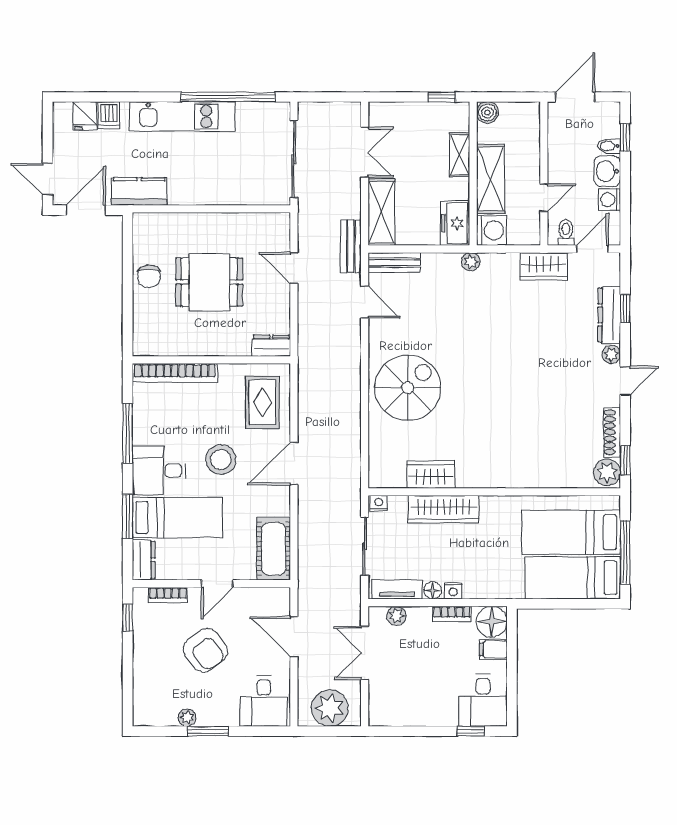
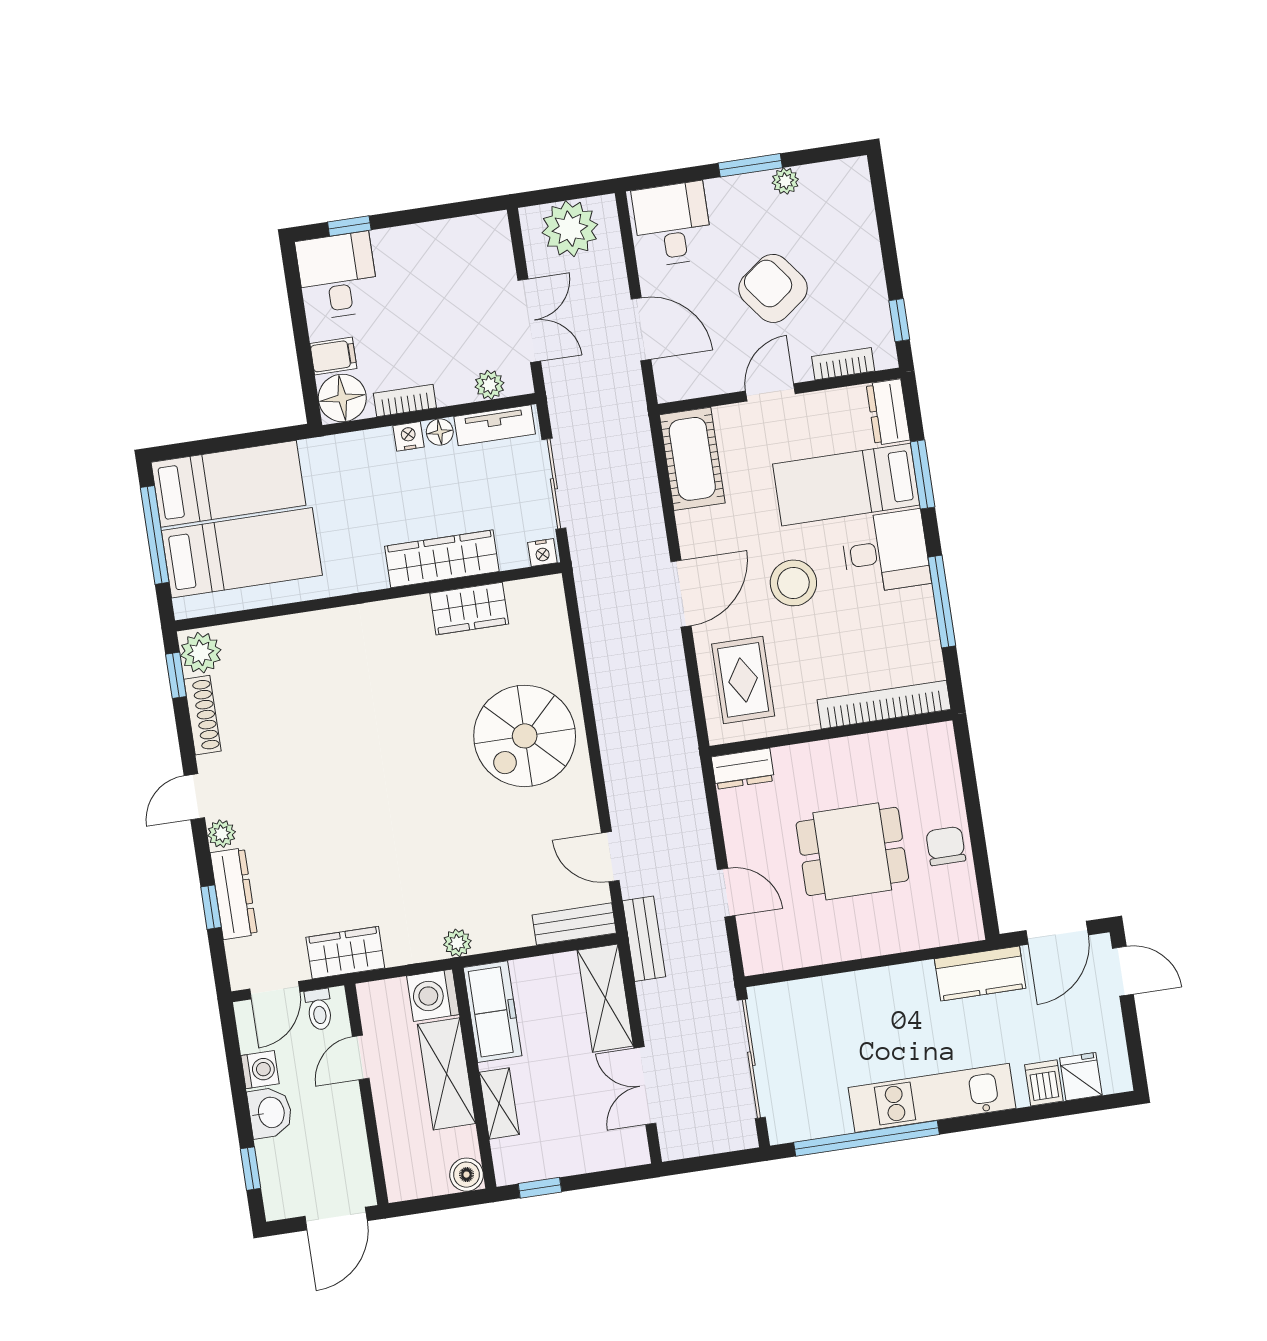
bidet: (609, 146) -> (273, 1152), removed
freezer: (455, 223) -> (492, 1012), width x1.40

